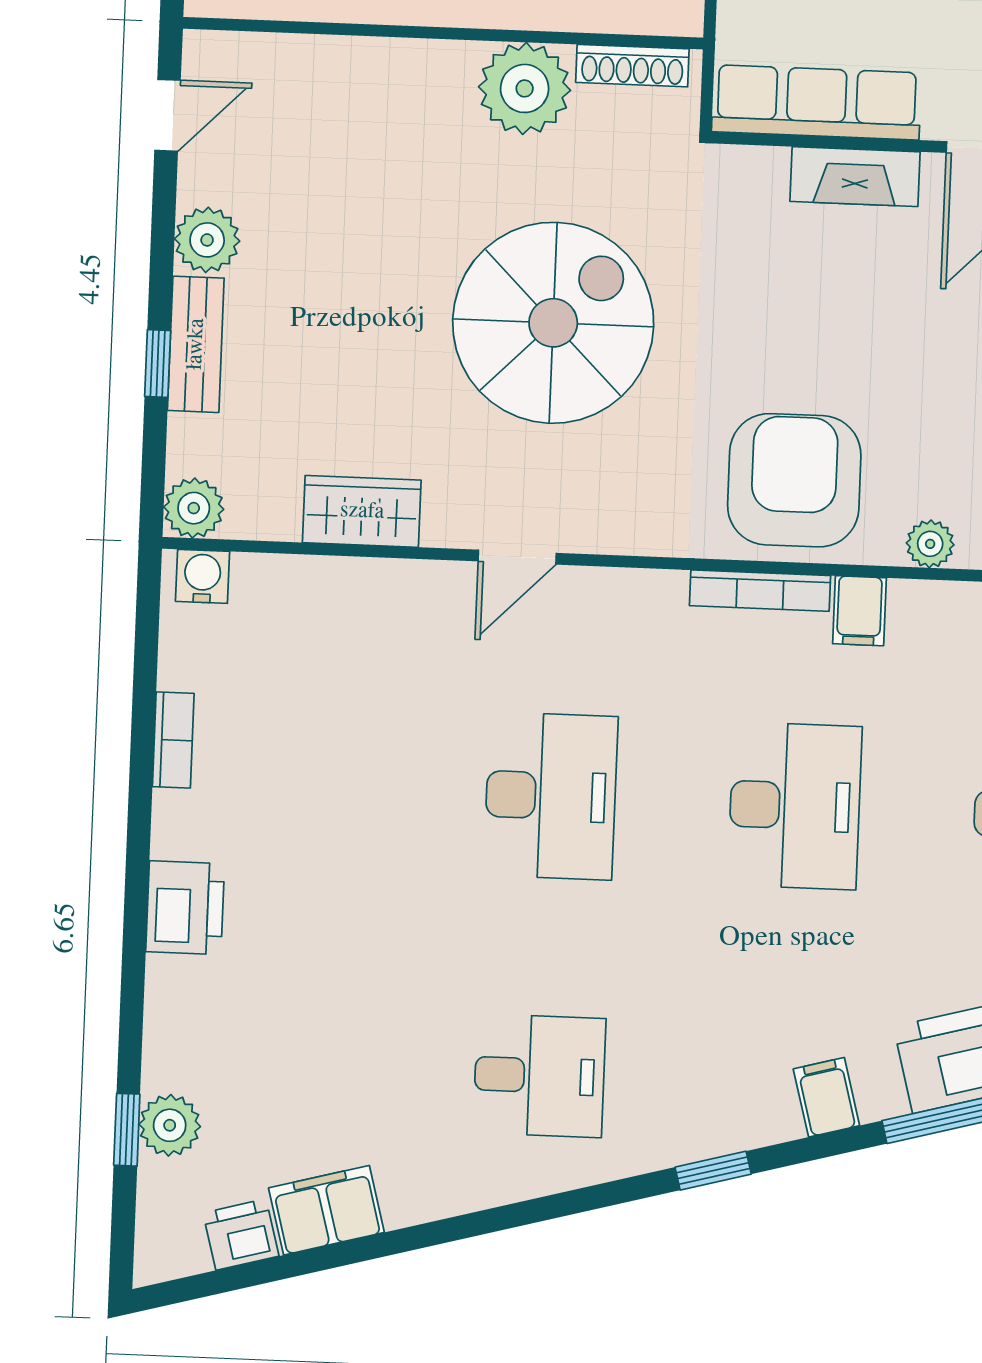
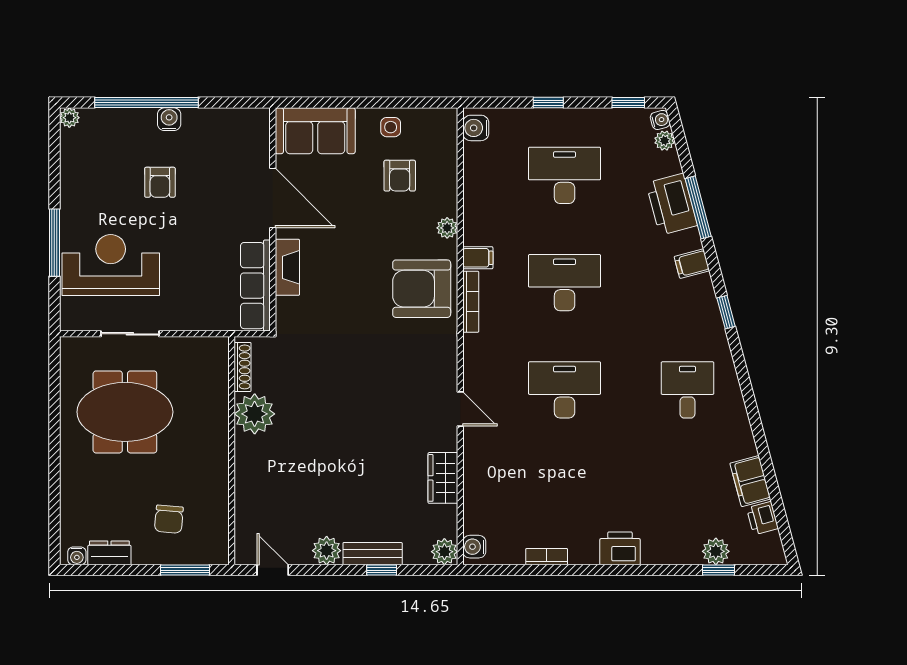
spiral stairs: (553, 323) -> (357, 397), removed

